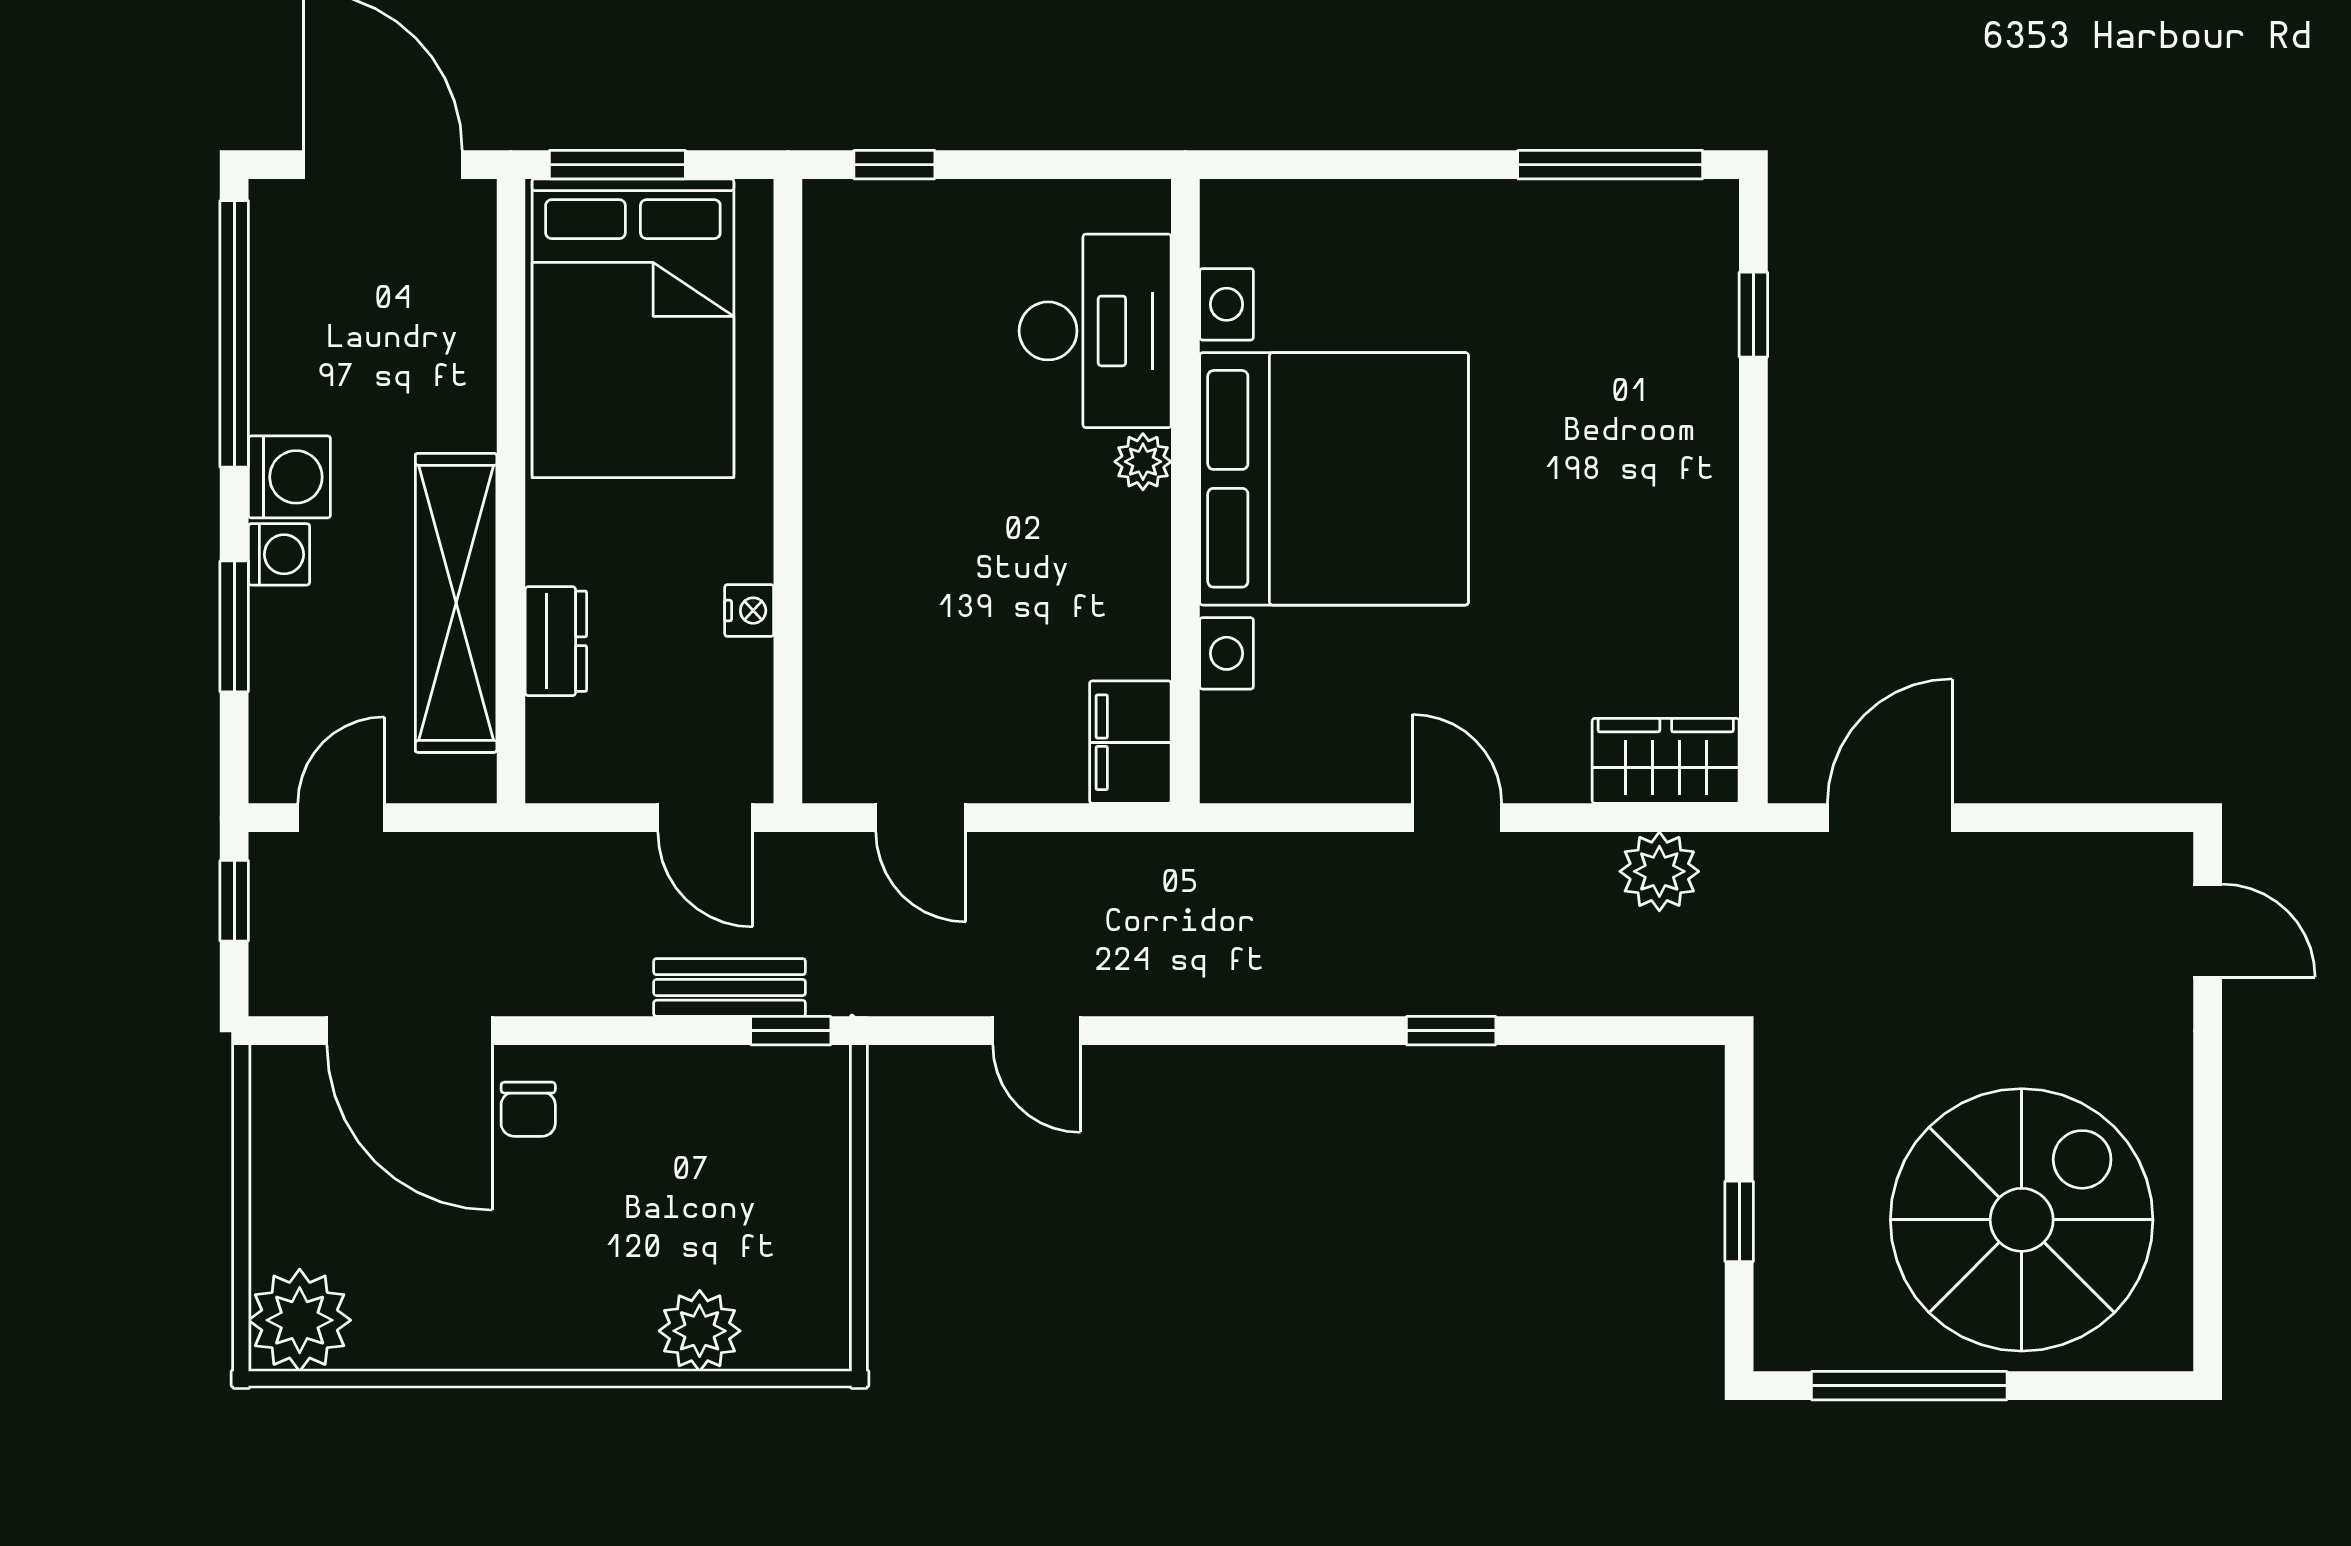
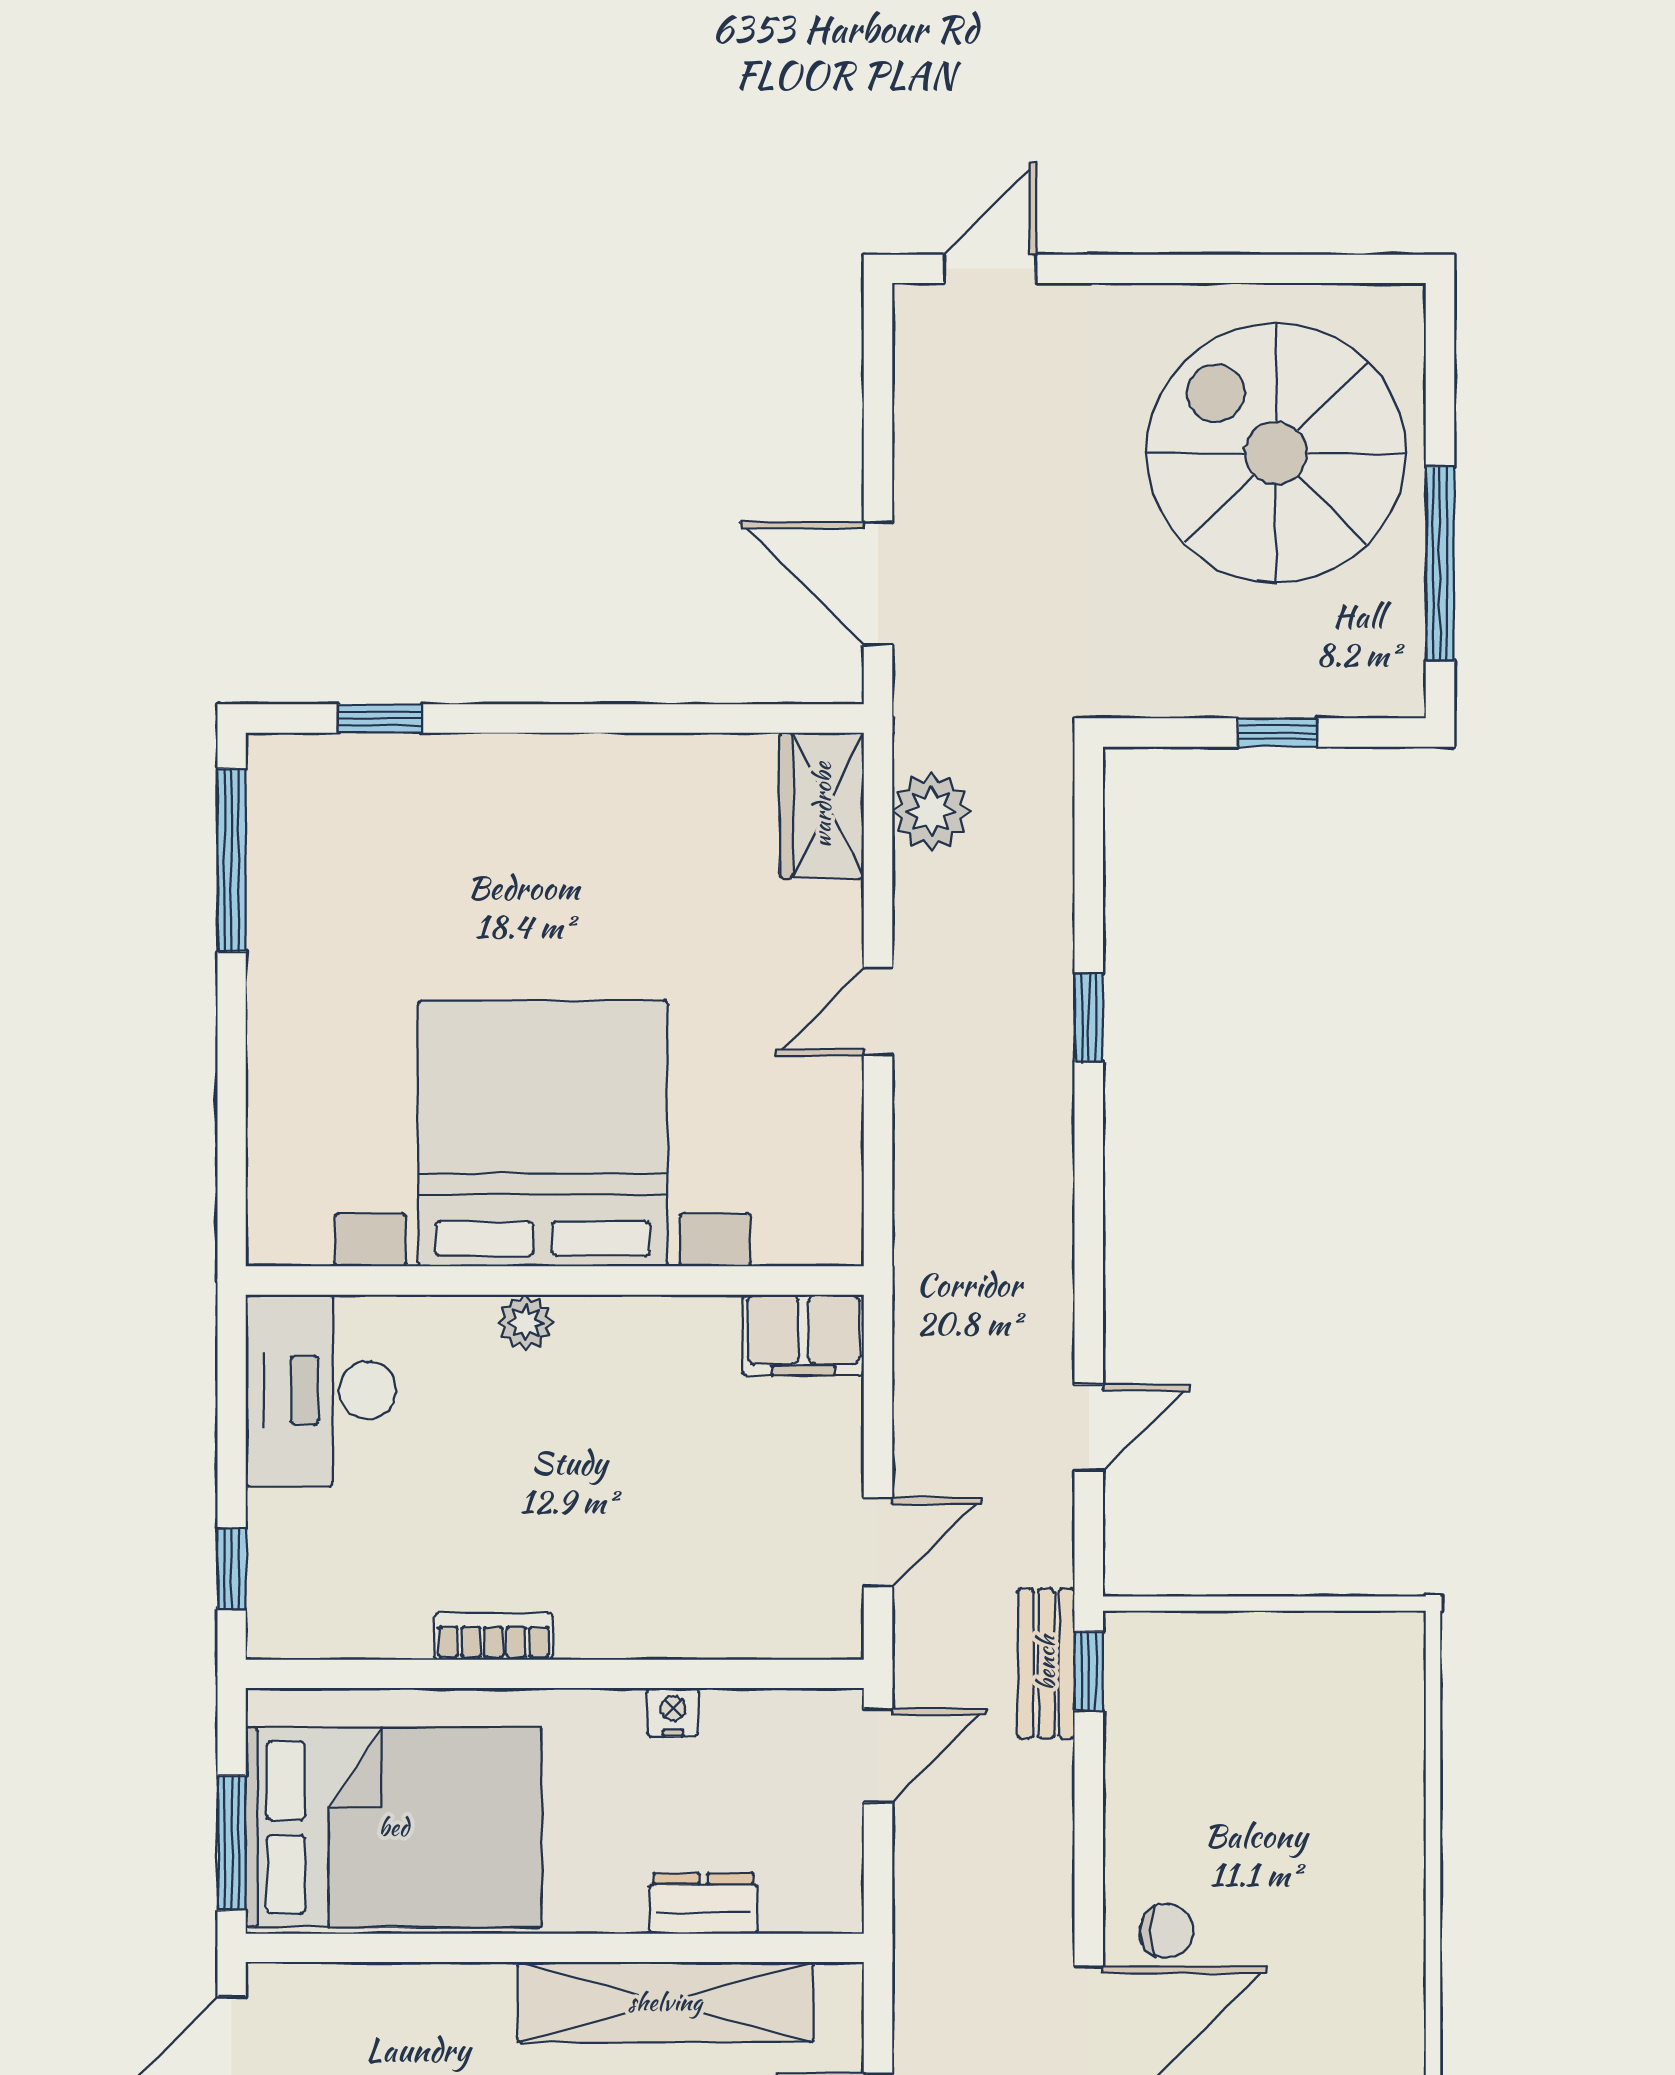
desk: (1095, 331) -> (321, 1390), moved, turned -90
bookcase: (826, 429) -> (493, 1636), added
bench: (730, 987) -> (1046, 1663), moved
plant: (700, 1331) -> (1386, 1761), removed

